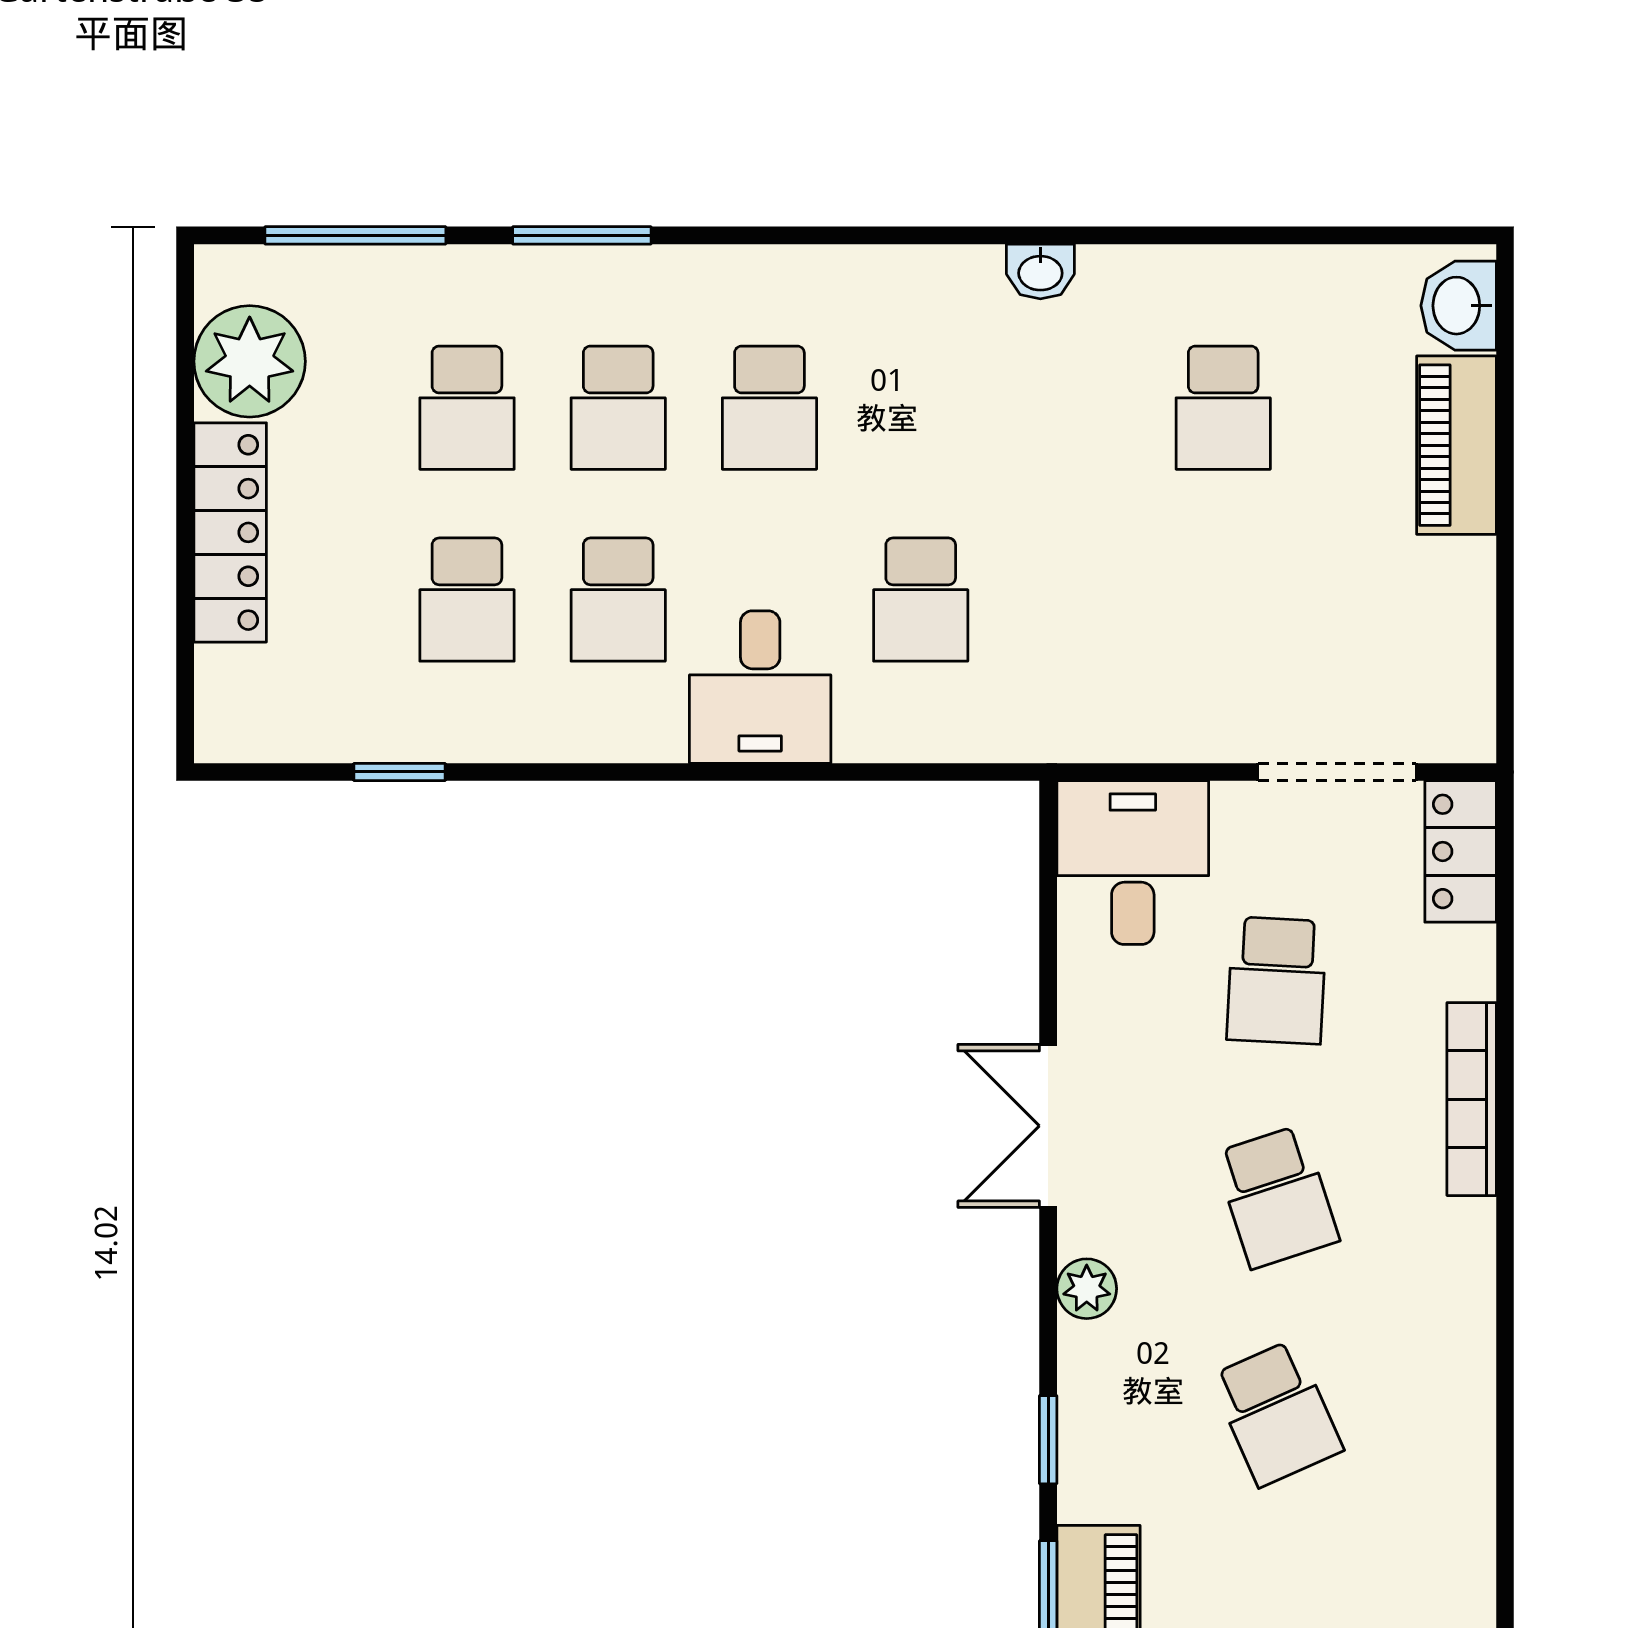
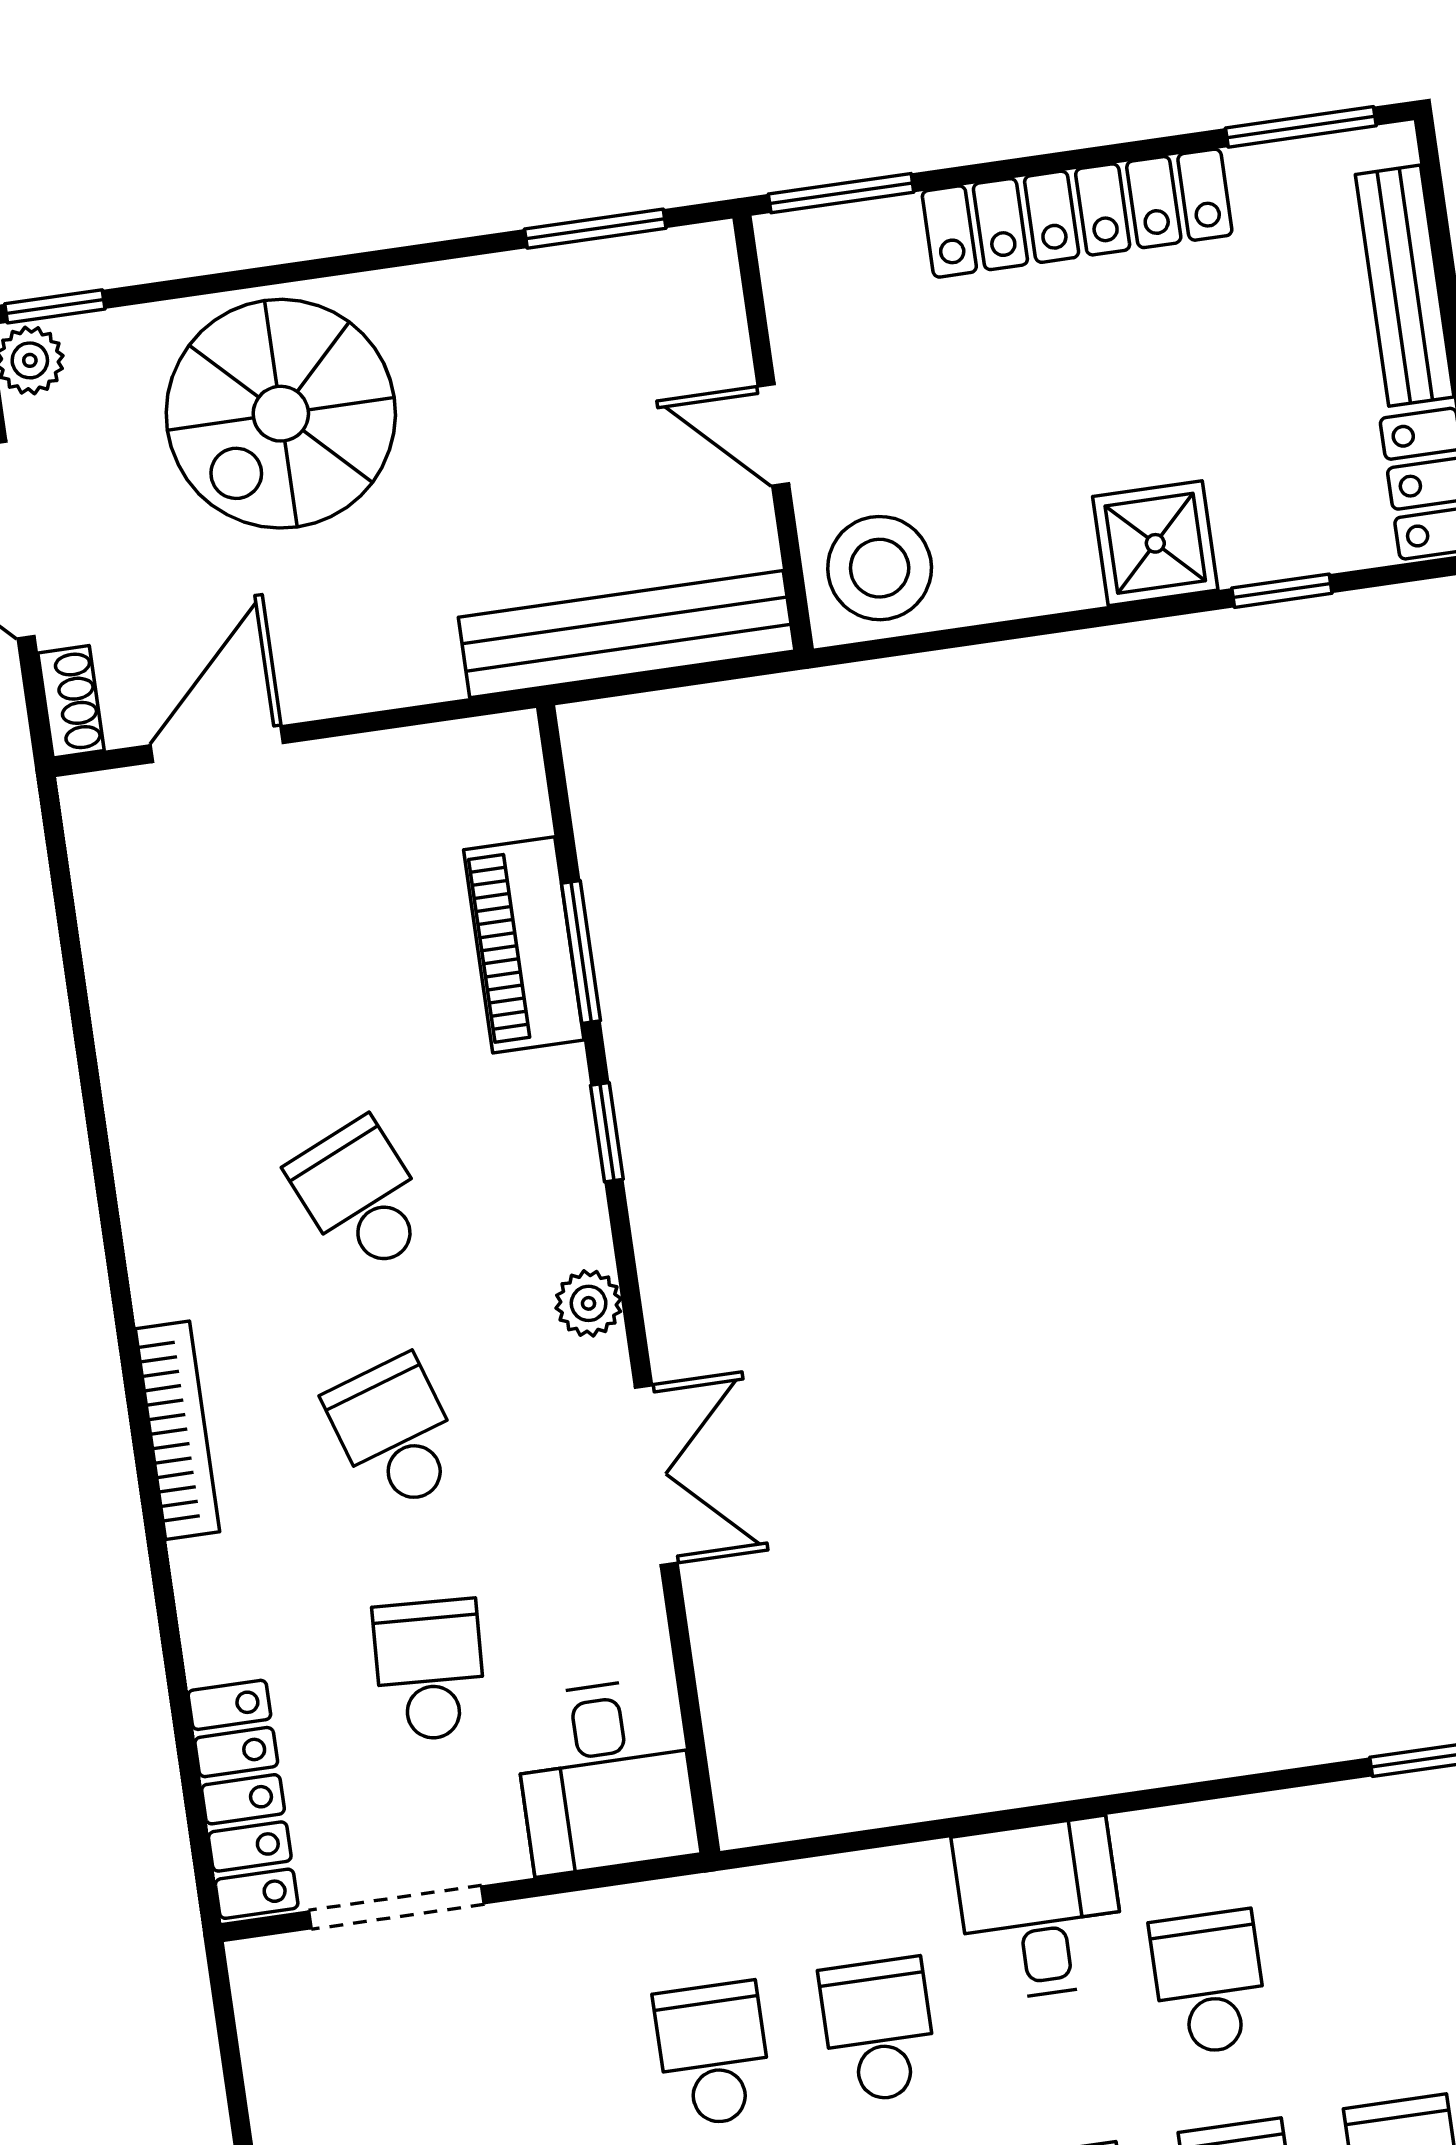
school desk: (467, 600) -> (713, 2054), moved
locker: (1461, 851) -> (243, 1799), width x1.53
bookcase: (1472, 1099) -> (178, 1430), moved

